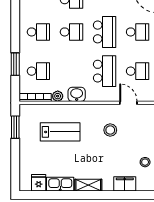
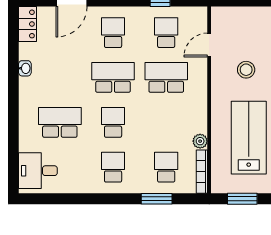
washbasin: (77, 94) -> (198, 115), removed
lab bench: (60, 132) -> (249, 138), width x1.36, depth x1.39

